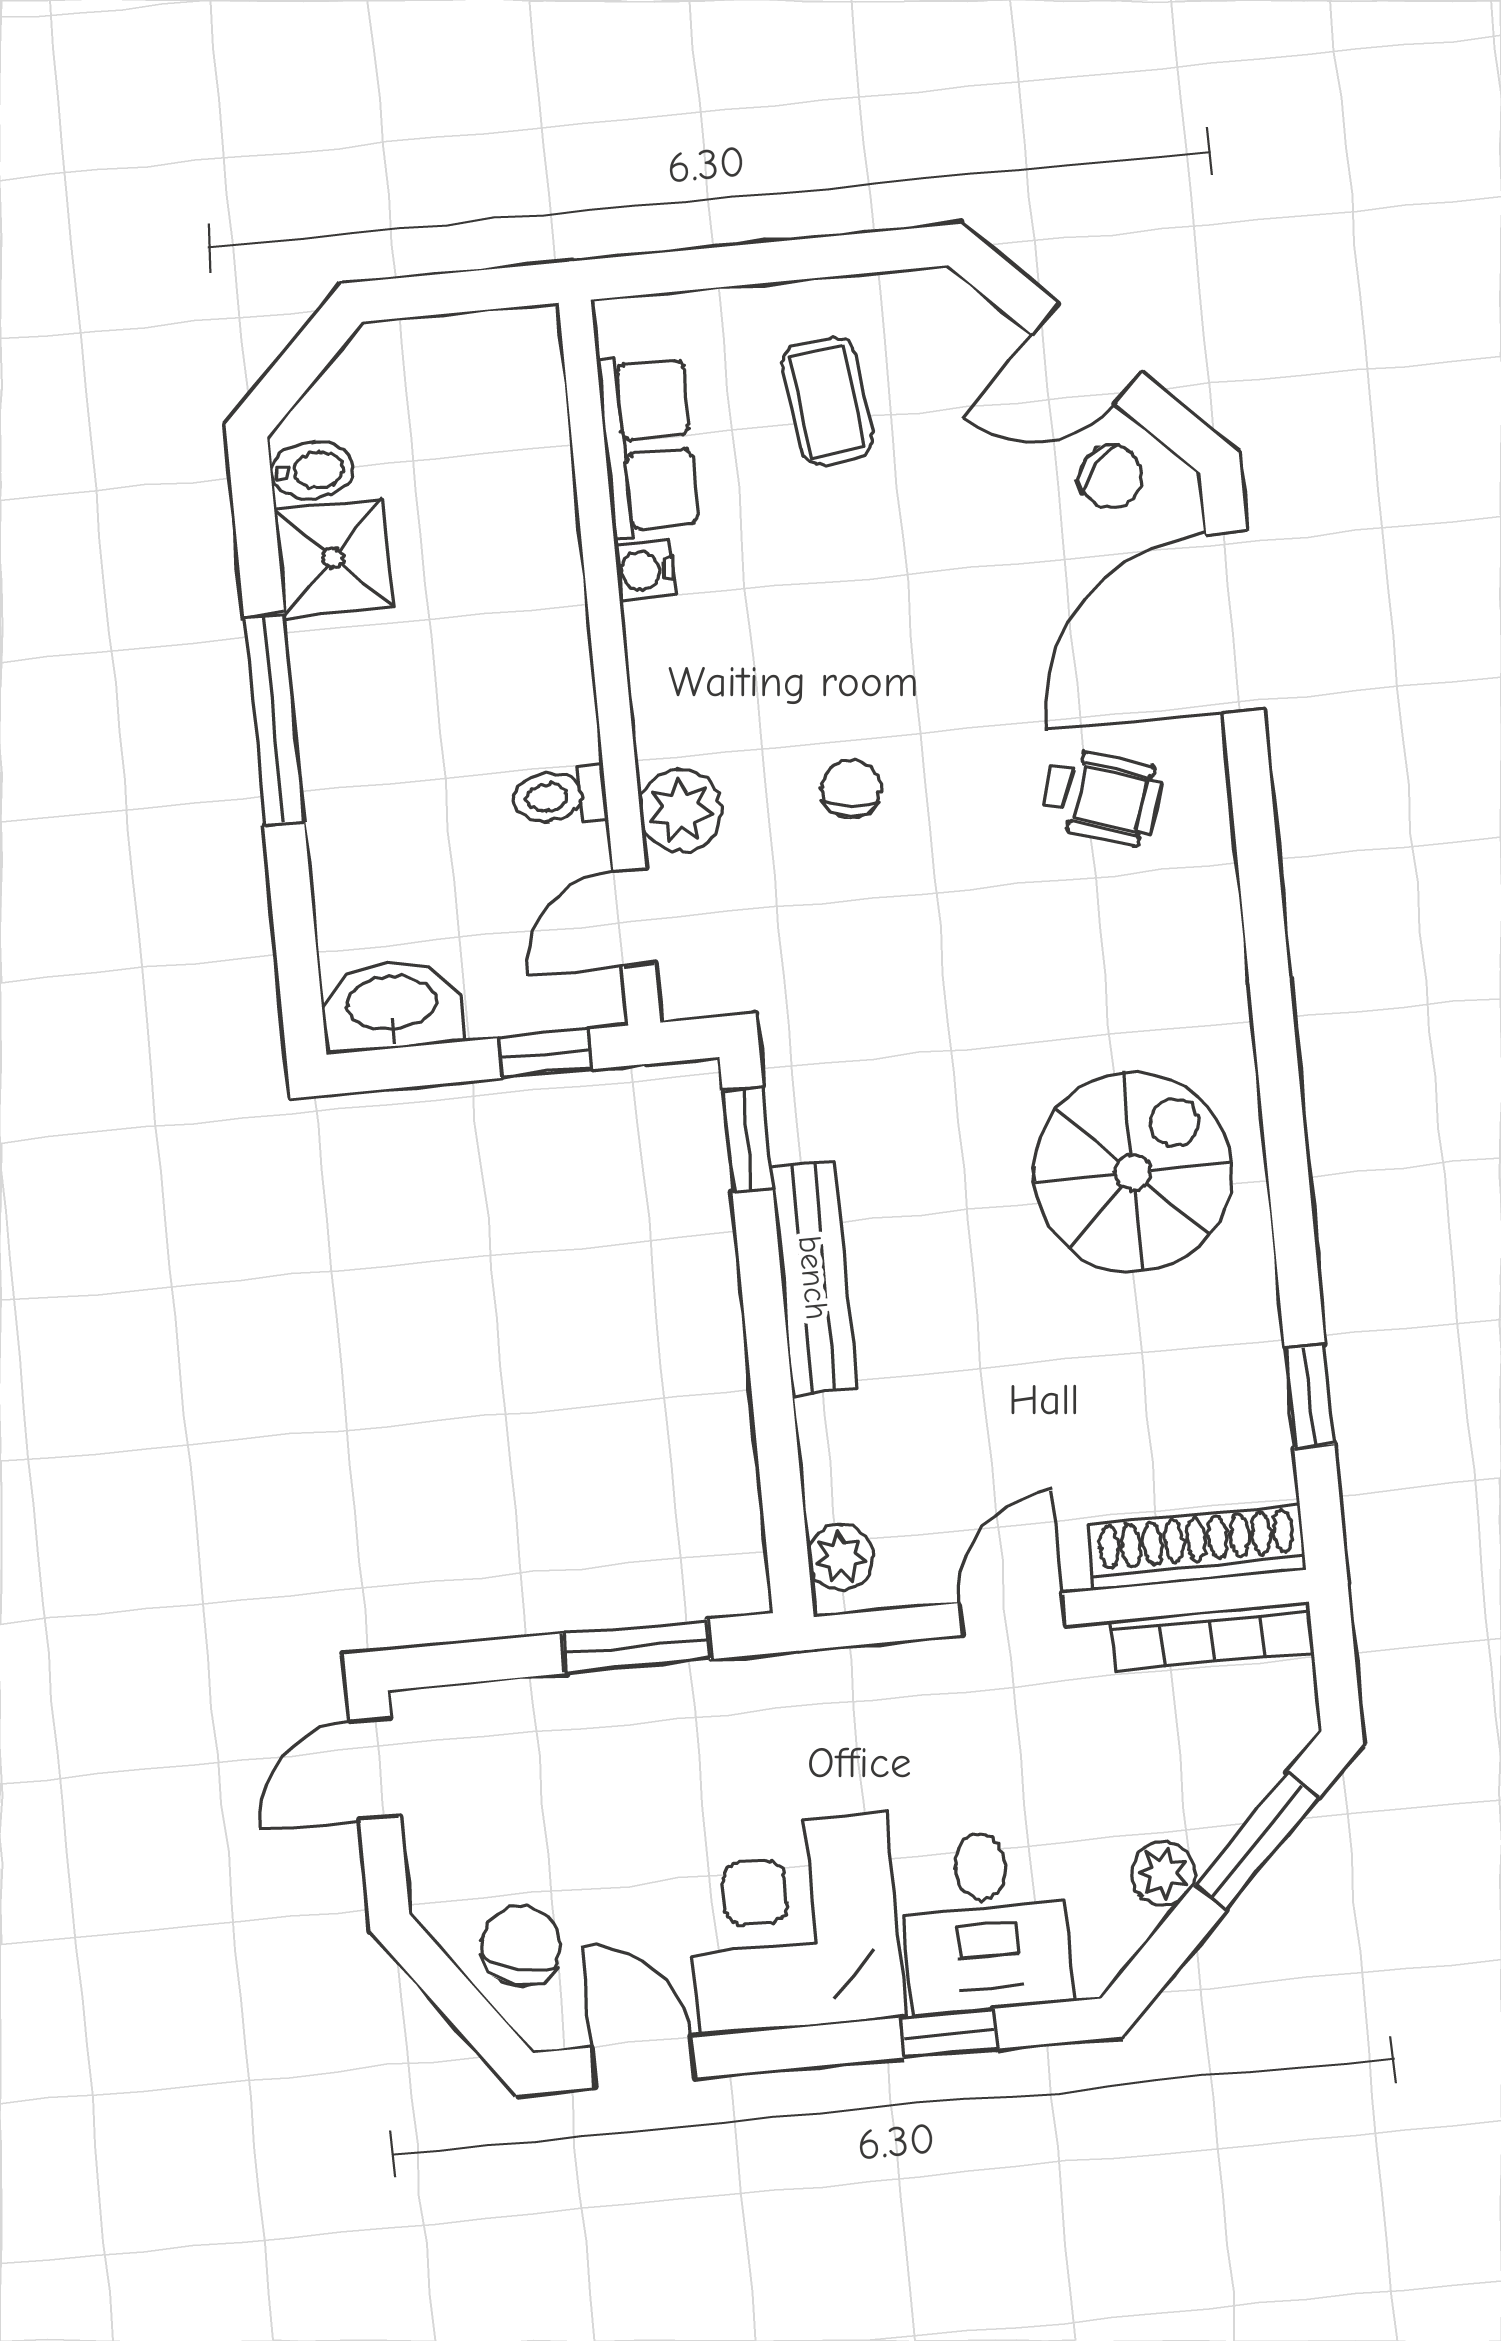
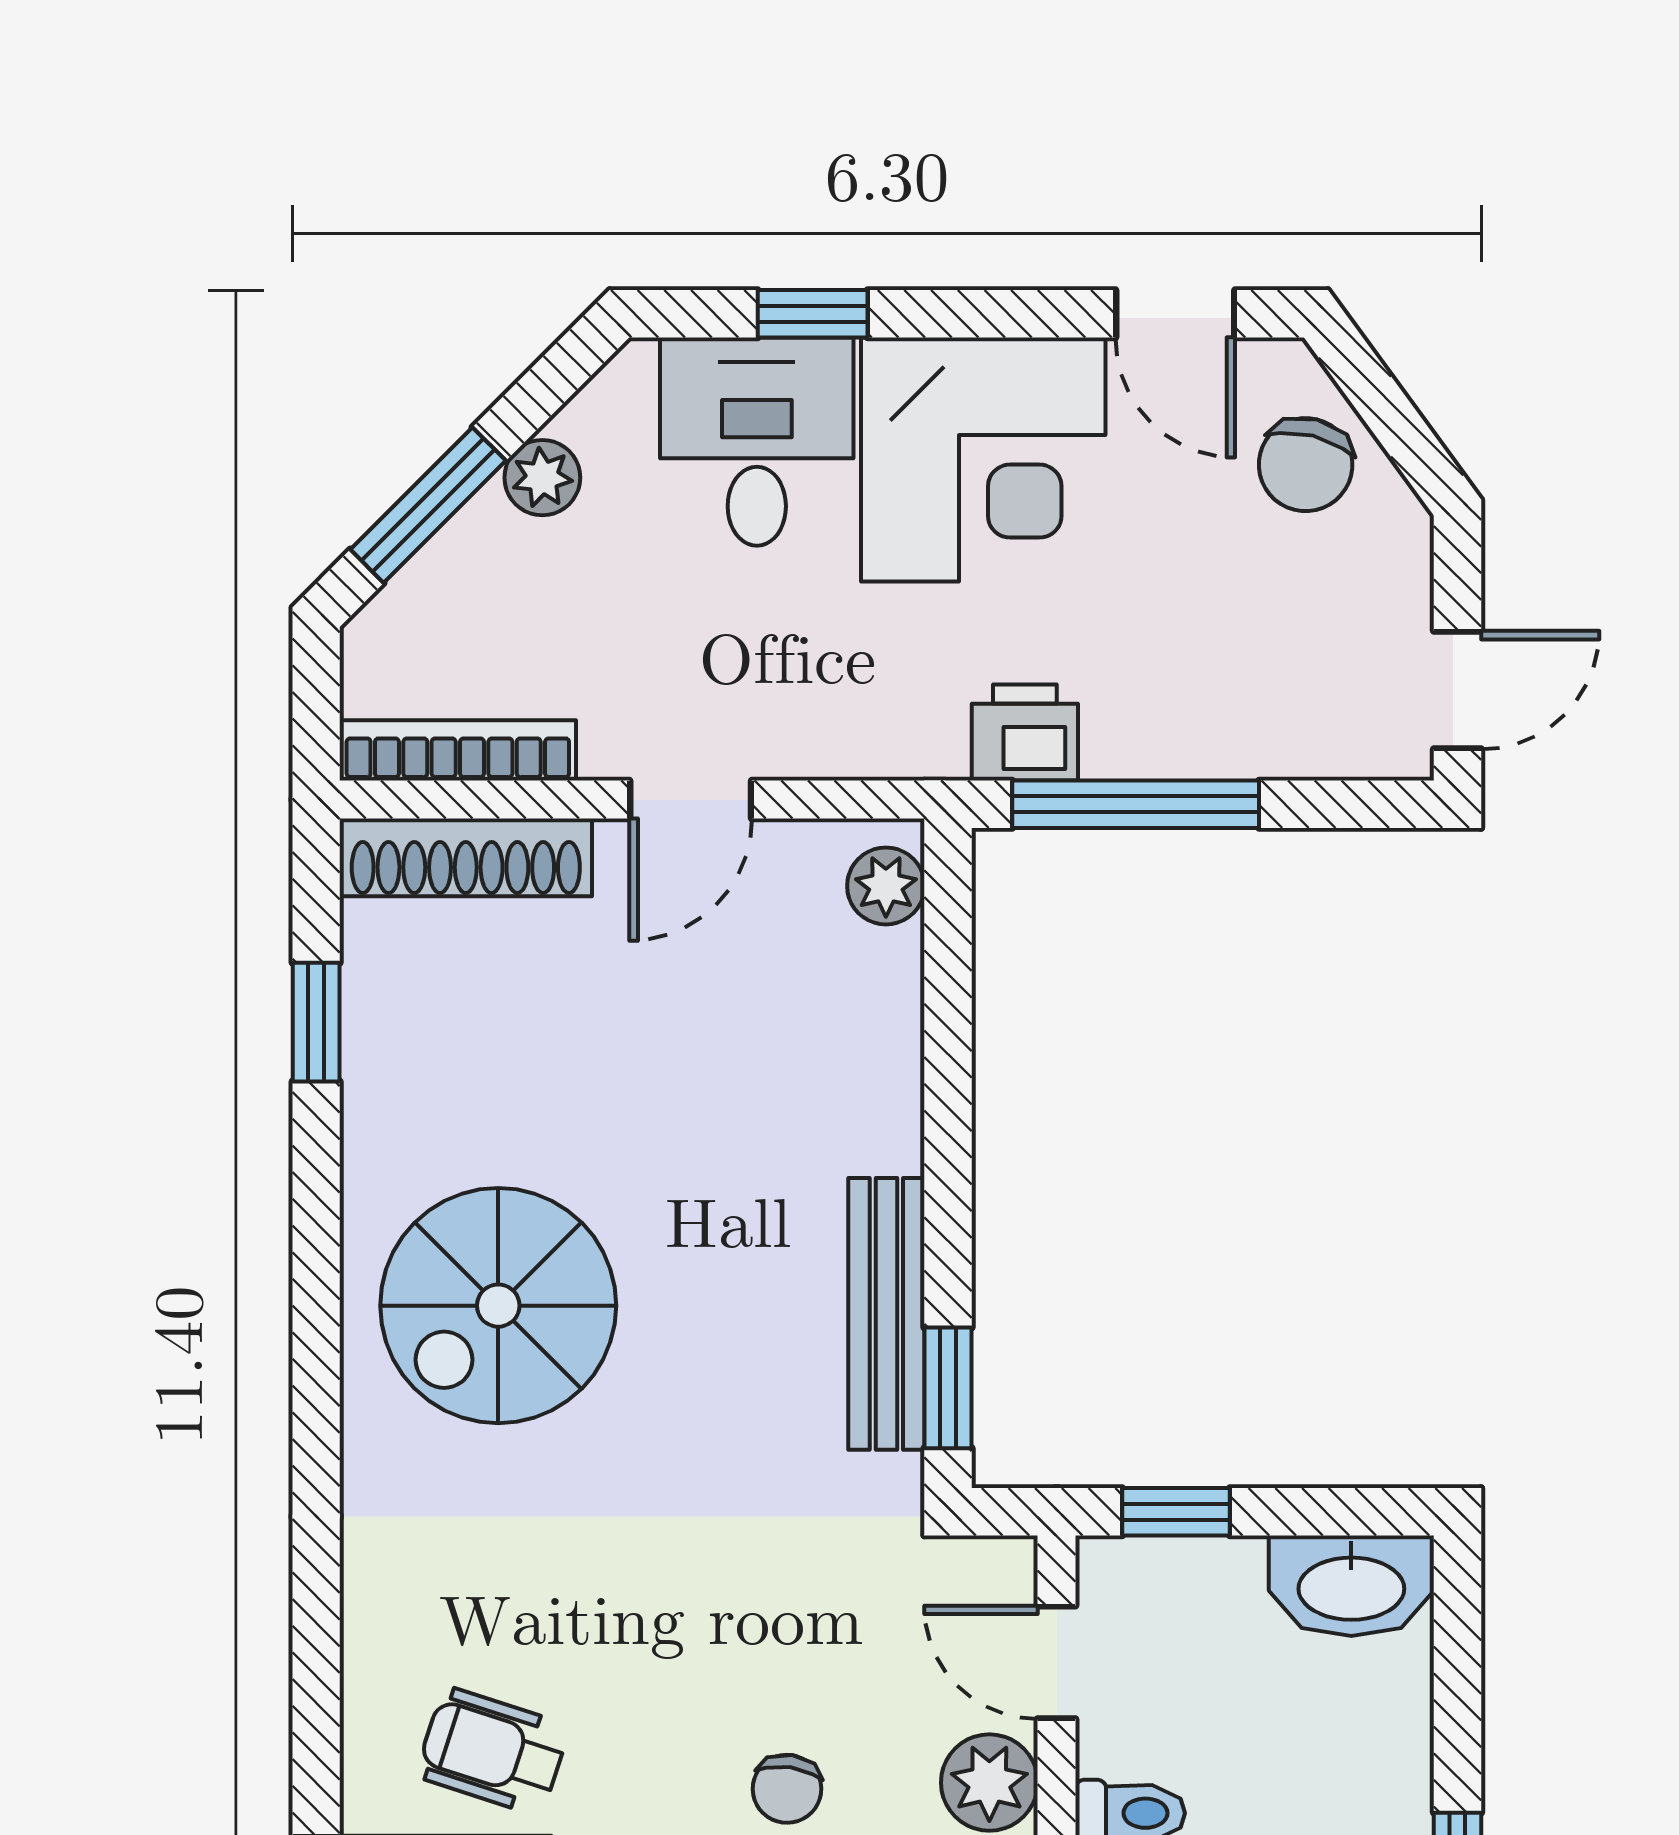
door: (634, 917) -> (1057, 1662), swing flipped
bench: (813, 1278) -> (886, 1314), moved
window: (637, 1646) -> (1136, 804), width x1.44
printer: (736, 1698) -> (1025, 733), added

